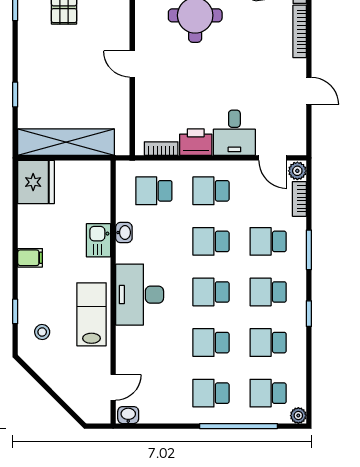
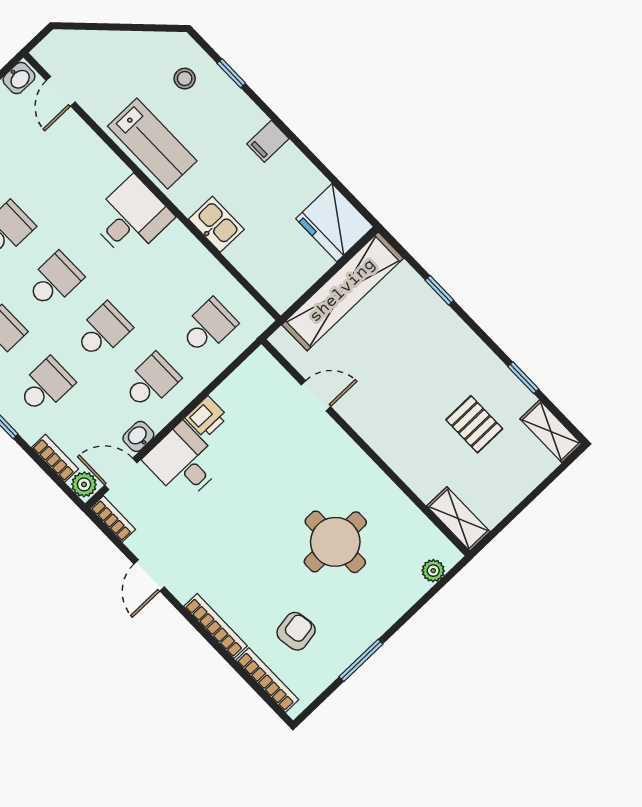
door: (132, 64) -> (316, 396), moved
door: (309, 91) -> (149, 575), hinge flipped
printer: (196, 142) -> (206, 417), width x0.73, depth x0.81
bookcase: (161, 149) -> (113, 519), moved, turned -90
washbasin: (124, 233) -> (138, 436), moved, turned 90
desk: (140, 295) -> (131, 218), width x0.73

